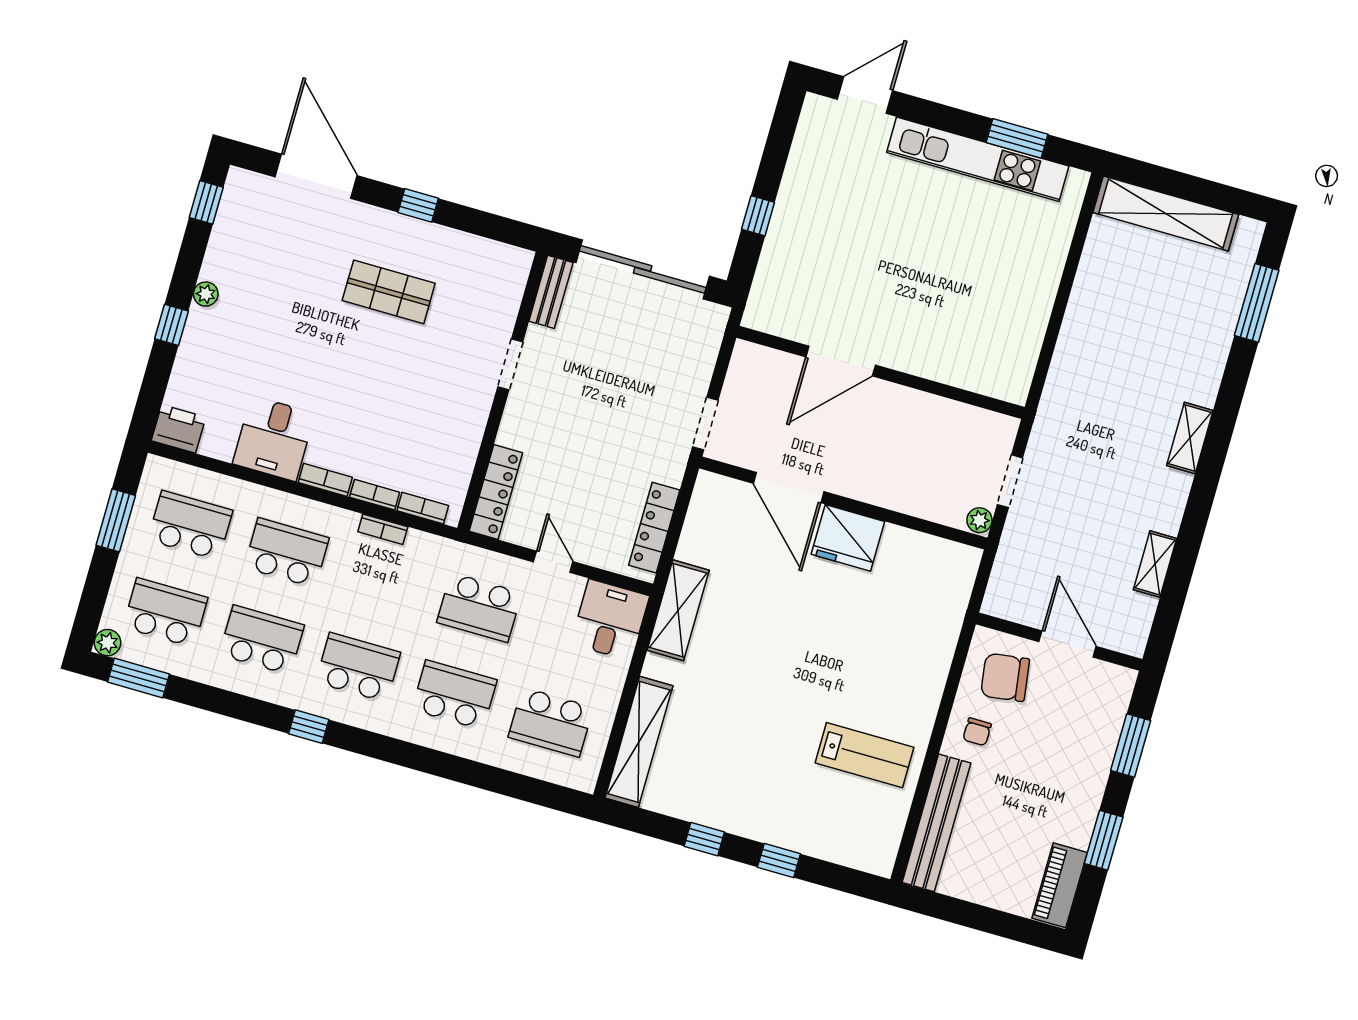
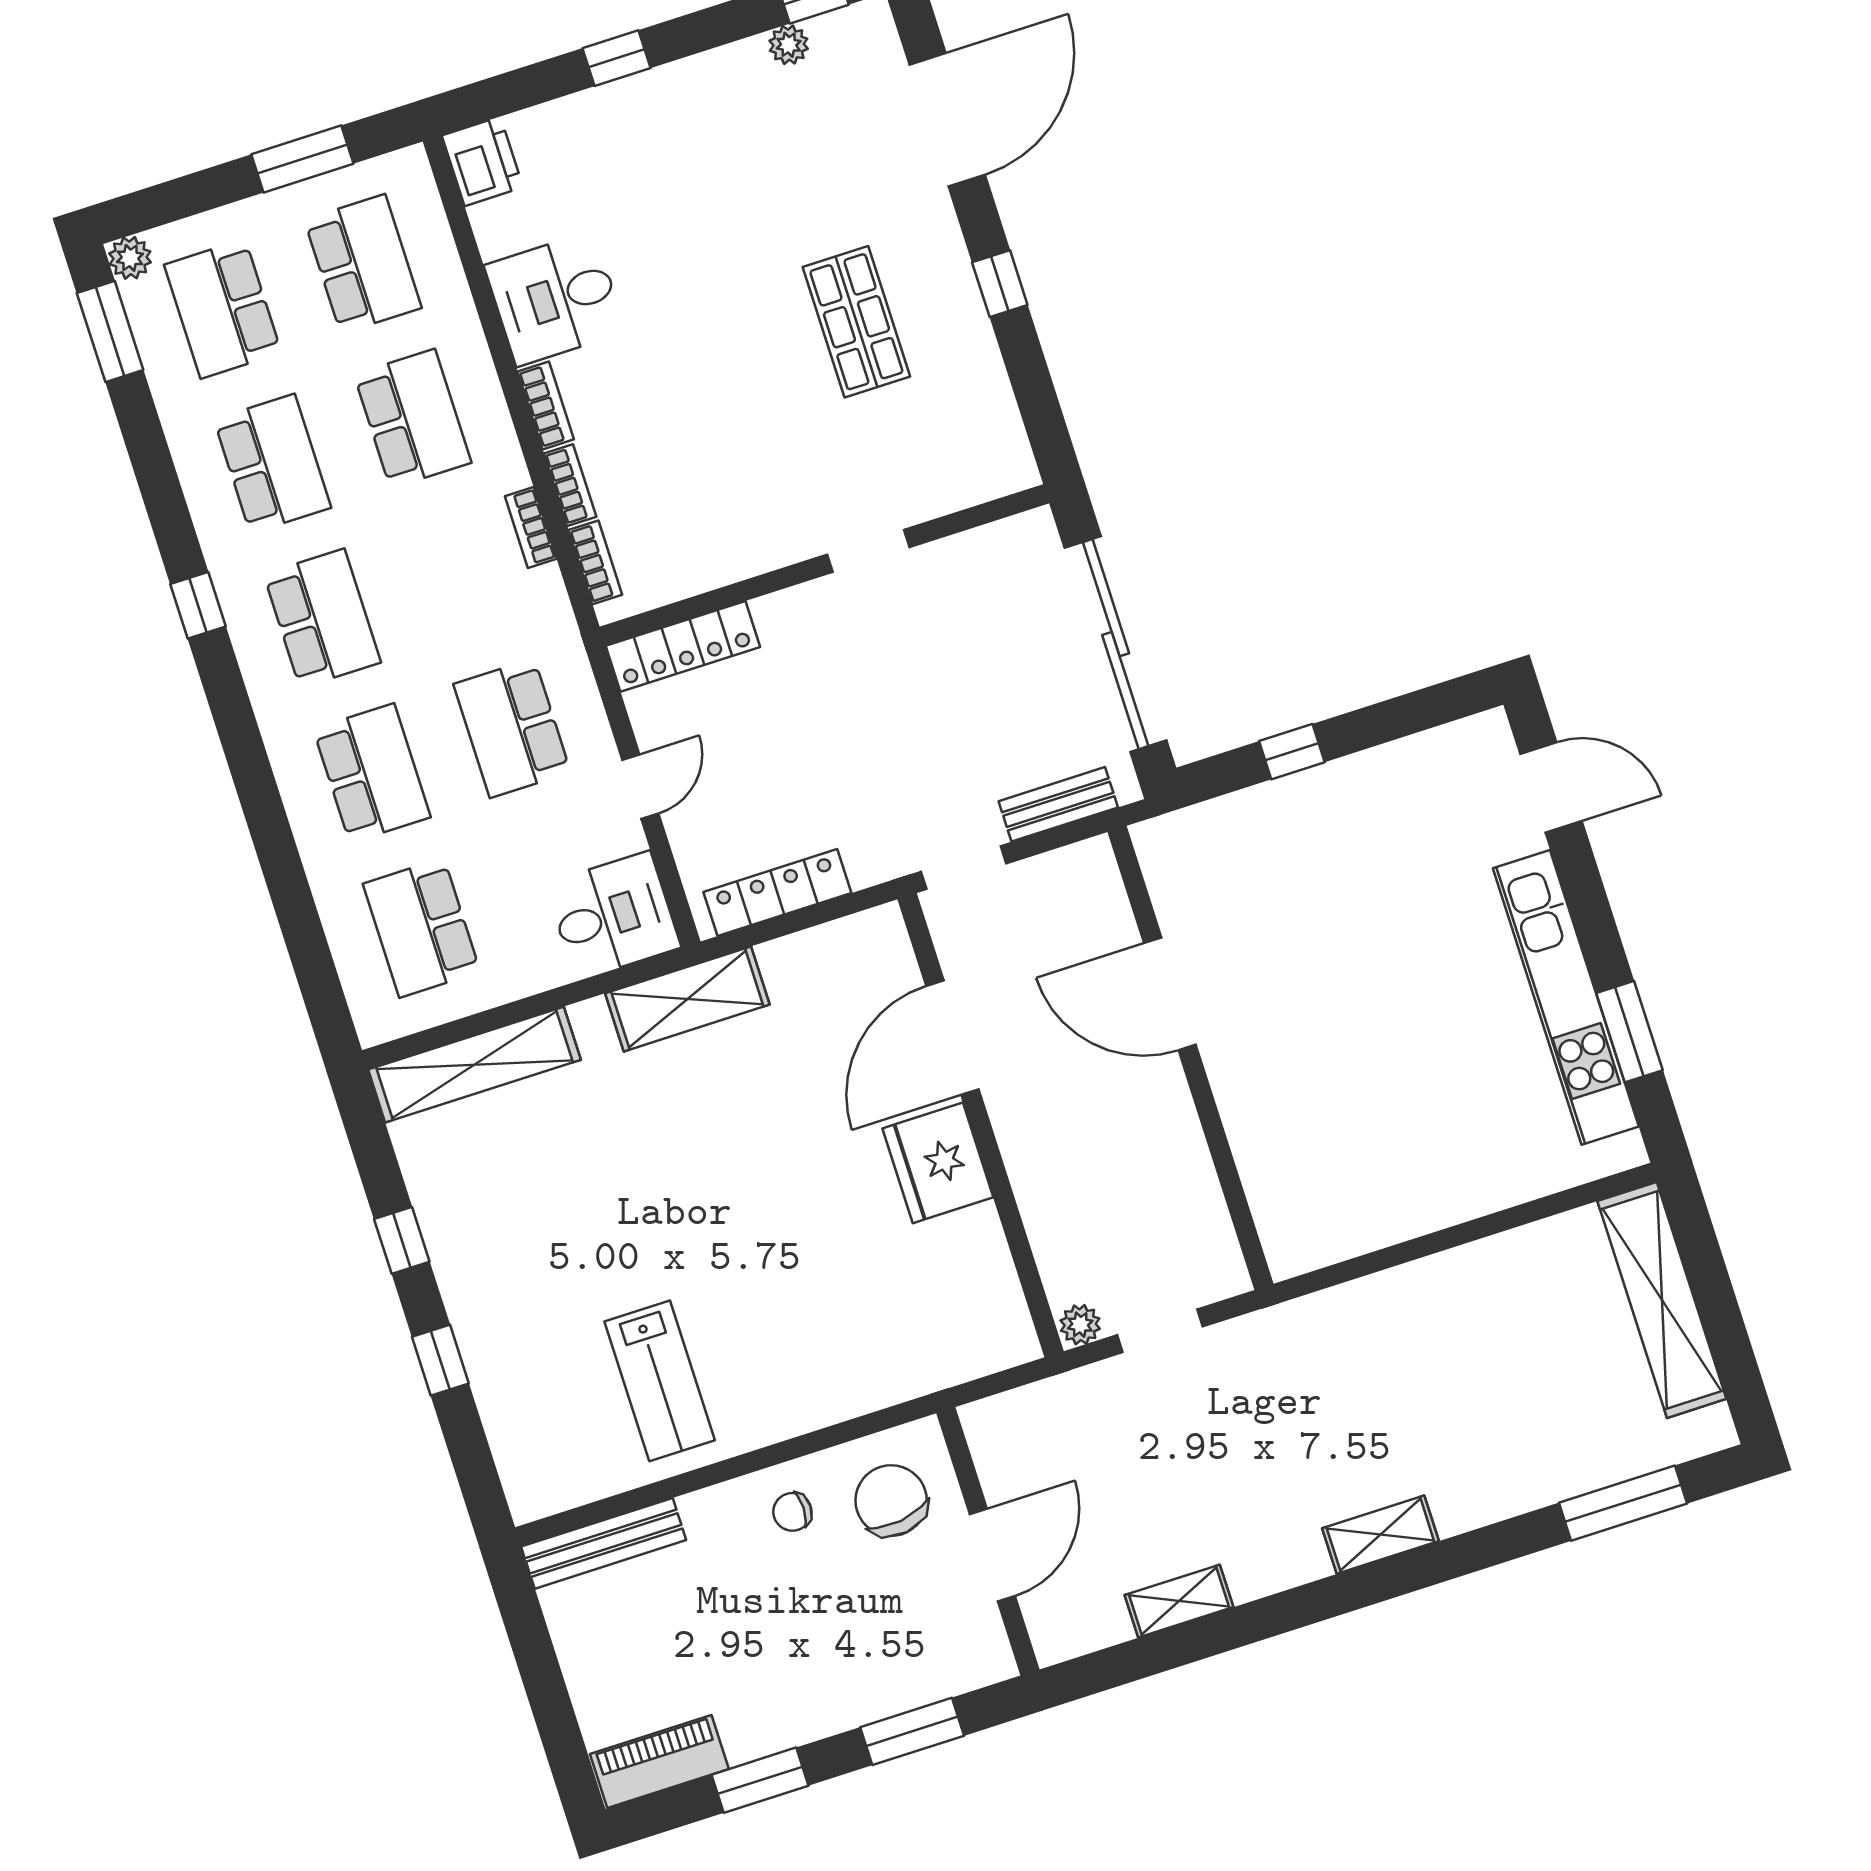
bench: (551, 292) -> (1058, 804), moved
plant: (206, 294) -> (789, 45), moved
school desk: (165, 612) -> (223, 309), turned 180
bench: (936, 823) -> (604, 1543), width x0.73, depth x0.82

